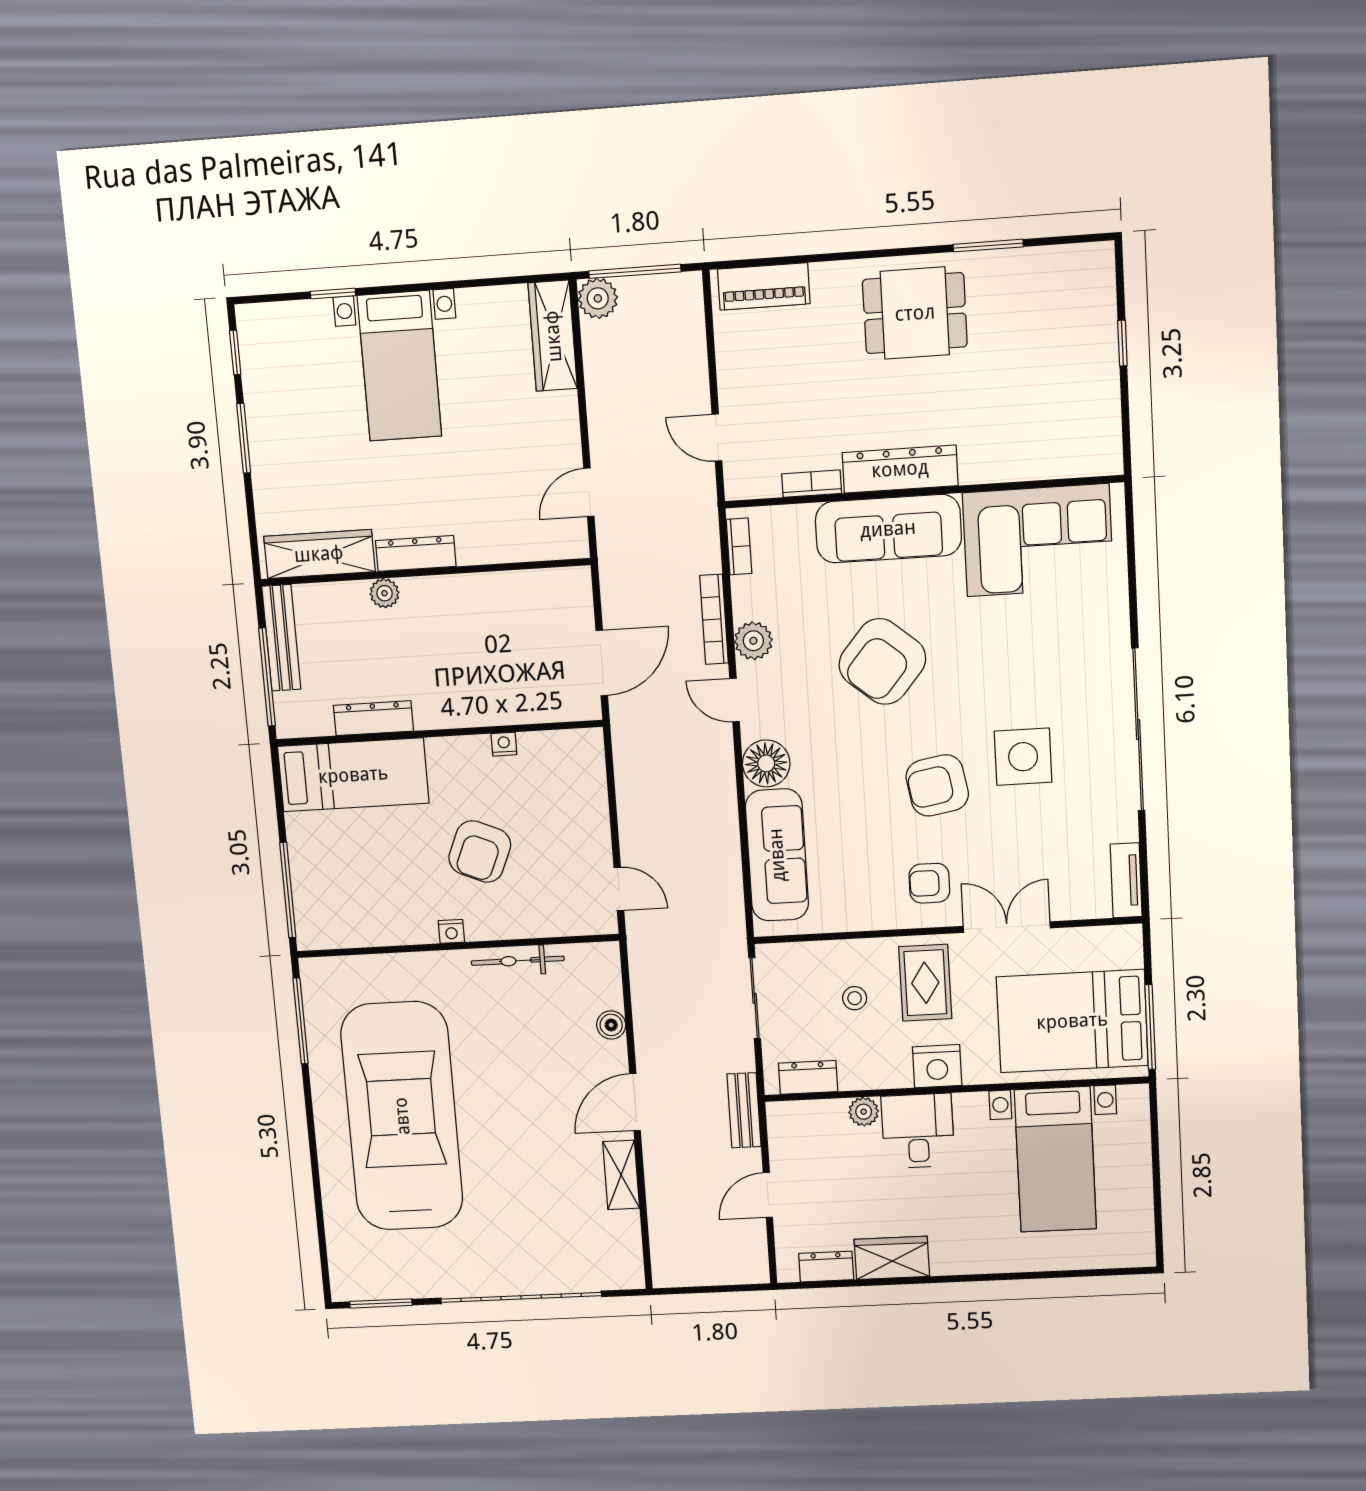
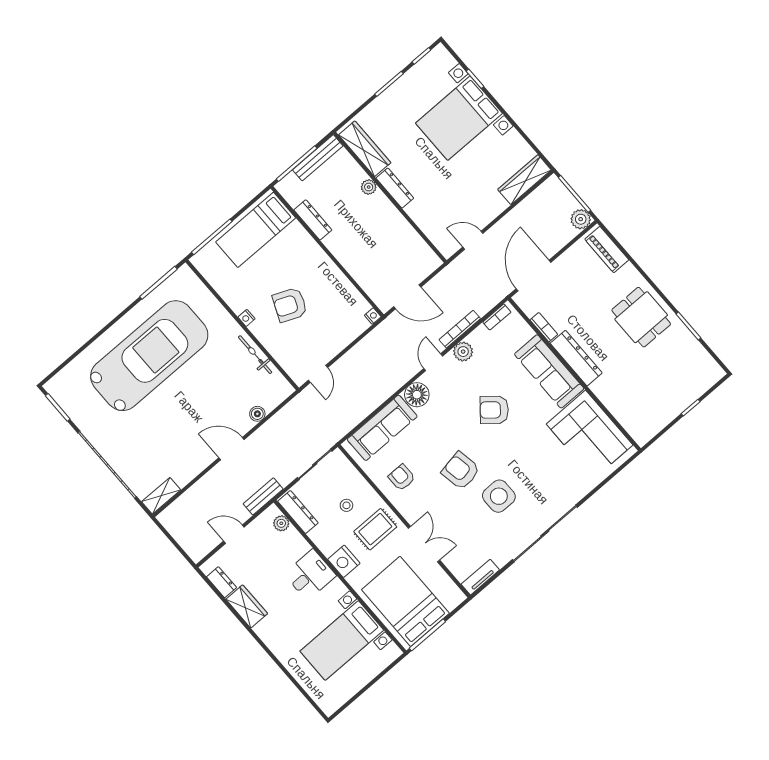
plant: (598, 298) -> (581, 219), moved
bed with nightstands: (399, 366) -> (459, 118), width x1.36
door: (717, 438) -> (534, 275), width x1.88
armchair: (882, 662) -> (494, 410), width x0.73, depth x0.73
nightstand: (504, 744) -> (373, 316), moved
bed: (353, 775) -> (256, 230), moved, turned 90
armchair: (929, 883) -> (402, 477), moved
dresser: (808, 1077) -> (298, 512), width x1.44
plant: (864, 1112) -> (281, 523), moved
shelving: (621, 1175) -> (161, 496), moved

